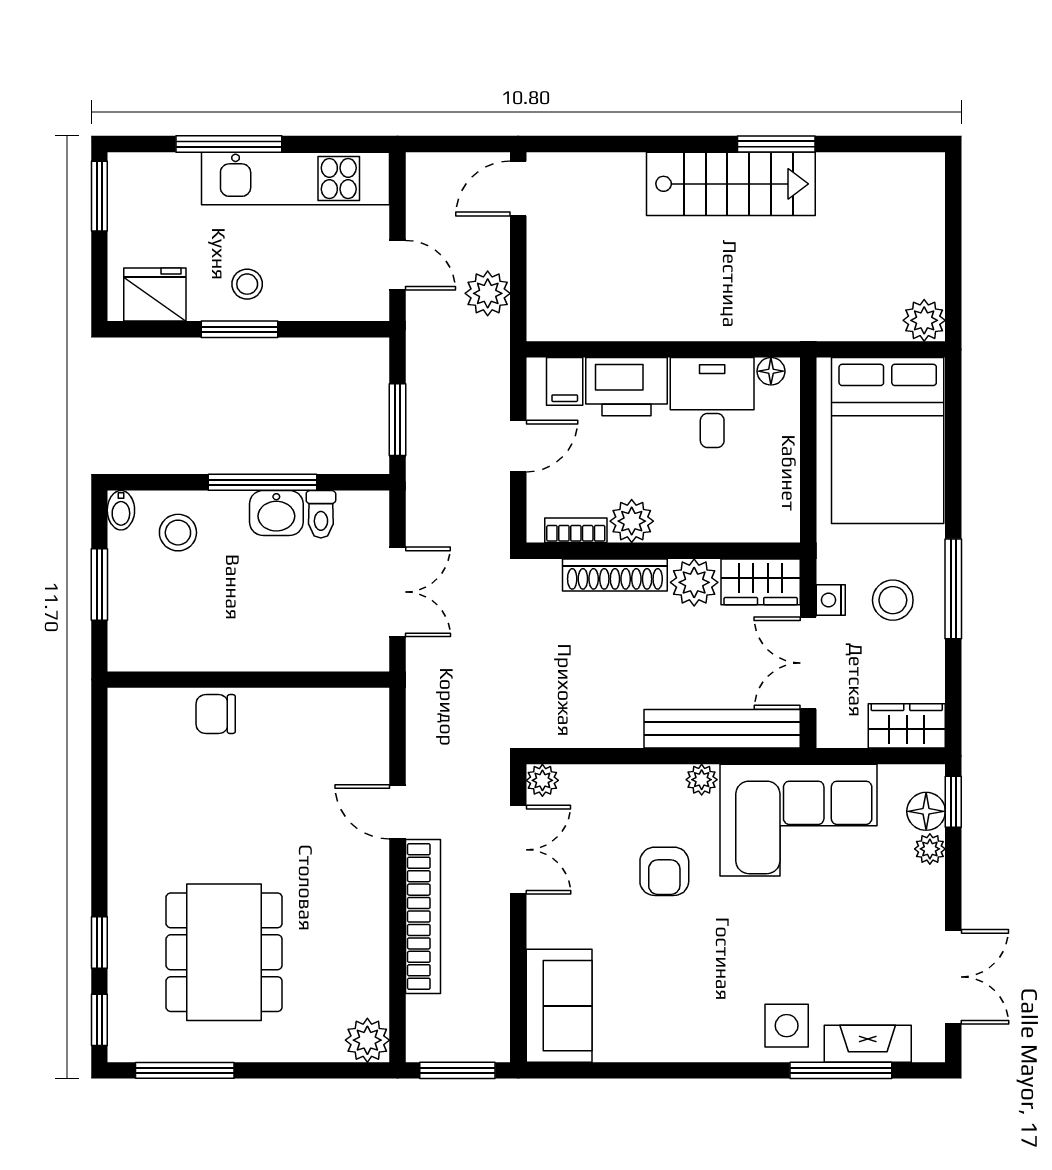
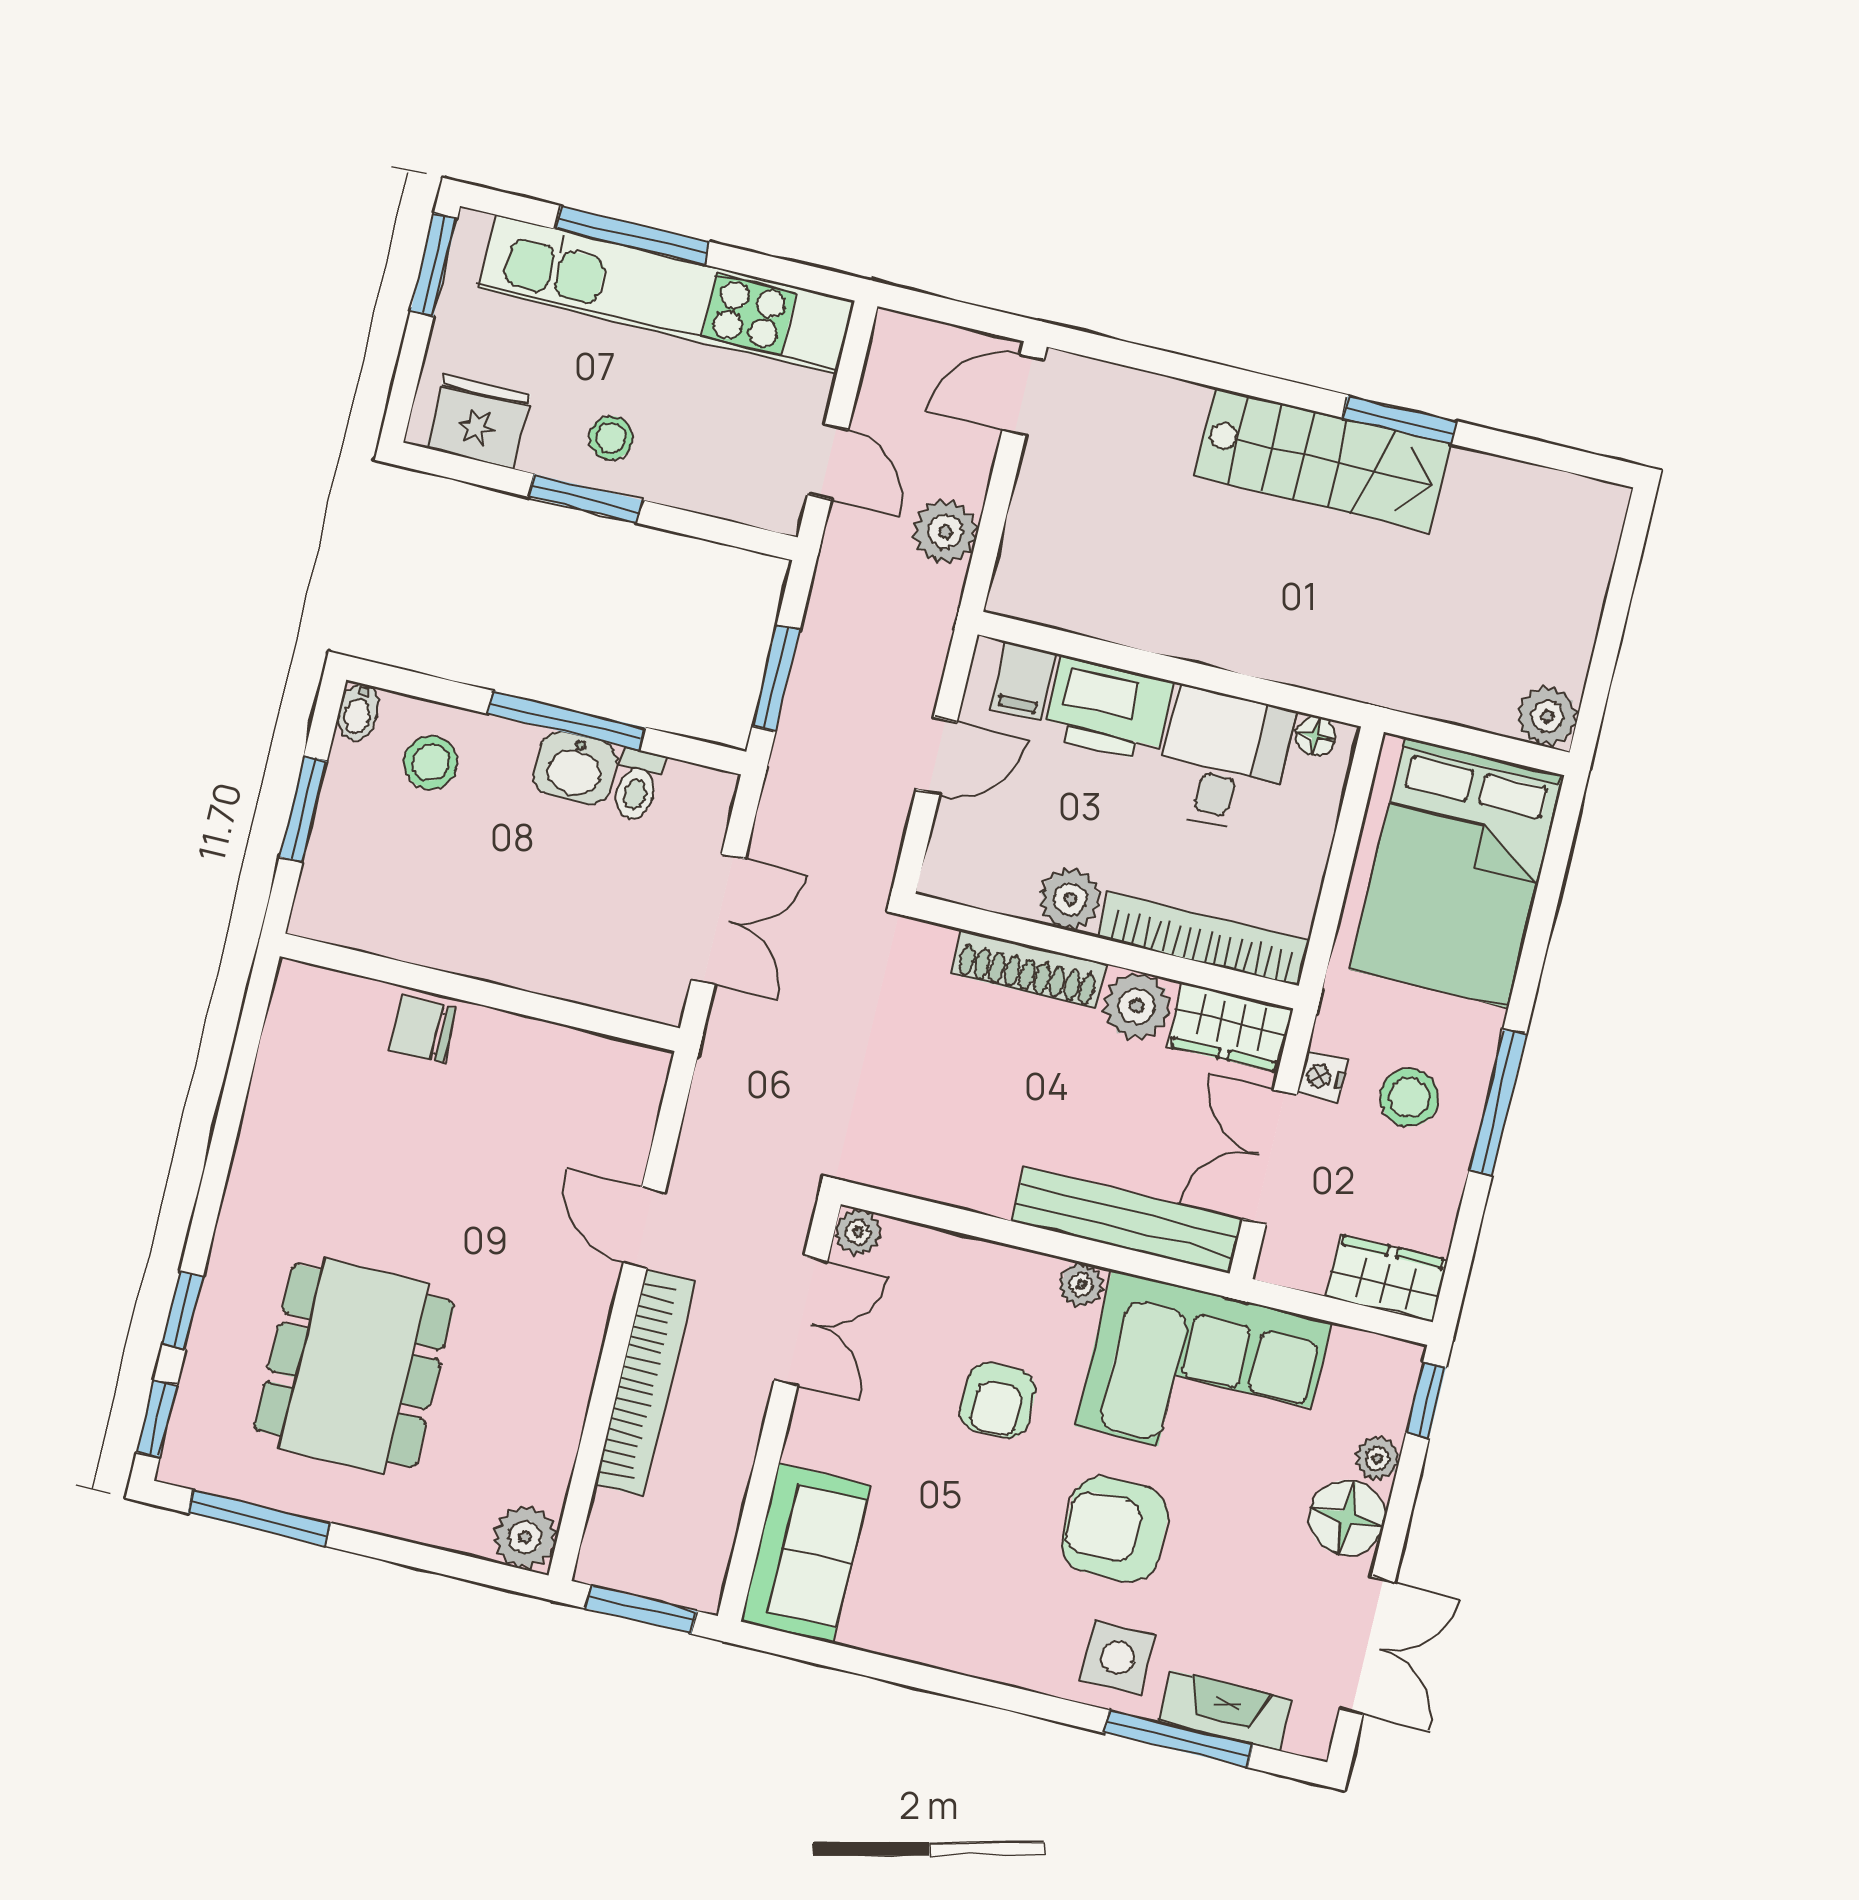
kitchen unit: (296, 178) -> (667, 295), width x1.36
bookcase: (576, 530) -> (1204, 939), moved, width x2.31, depth x1.31
floor lamp: (926, 811) -> (1347, 1518), moved, width x1.38, depth x1.38
armchair: (764, 939) -> (1115, 1529), added

